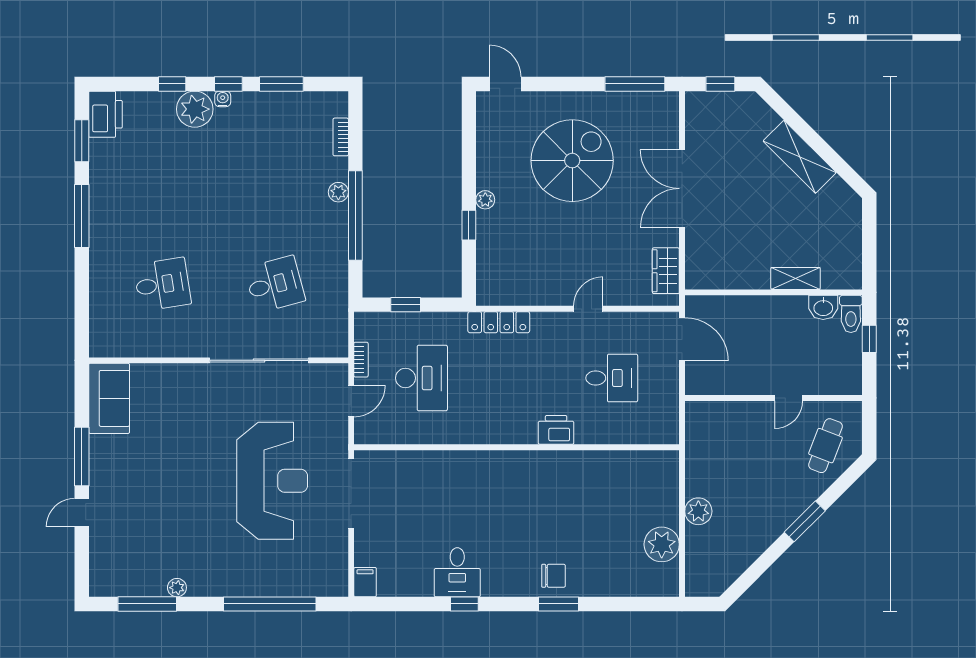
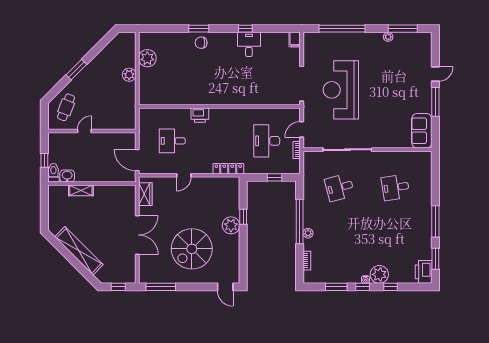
shelving: (800, 157) -> (79, 251), width x1.47
plant: (485, 200) -> (231, 225), width x1.88, depth x1.88

